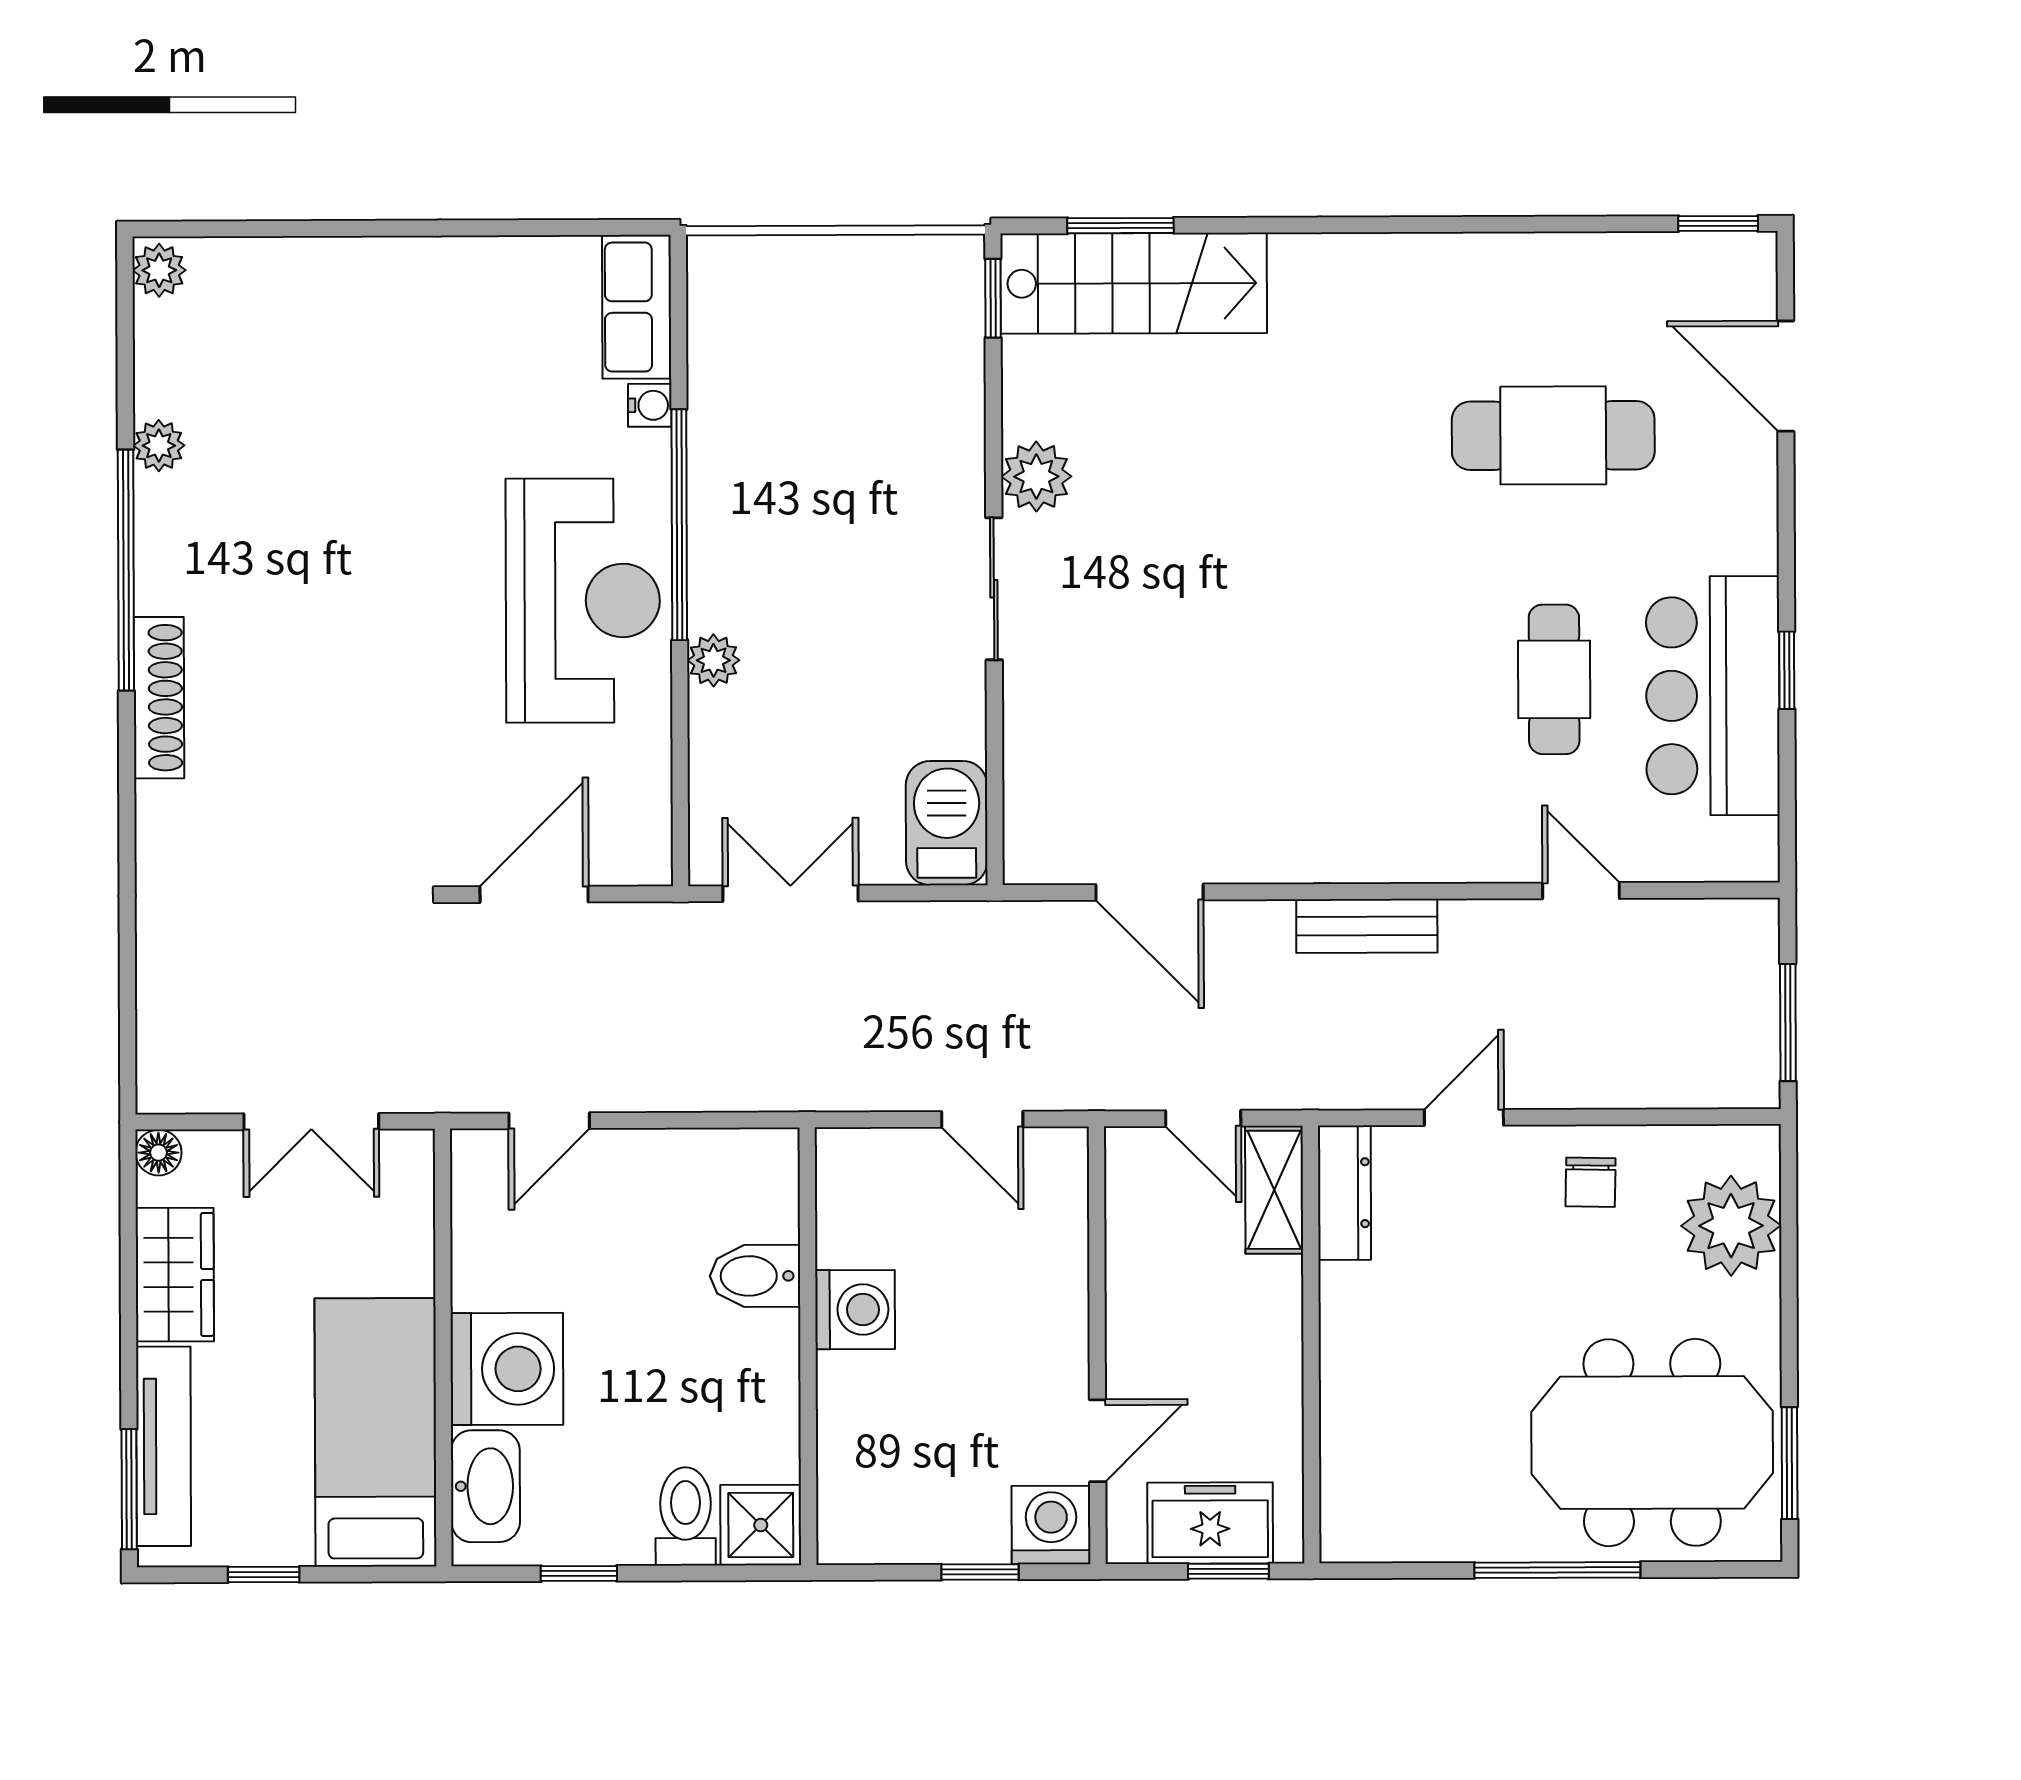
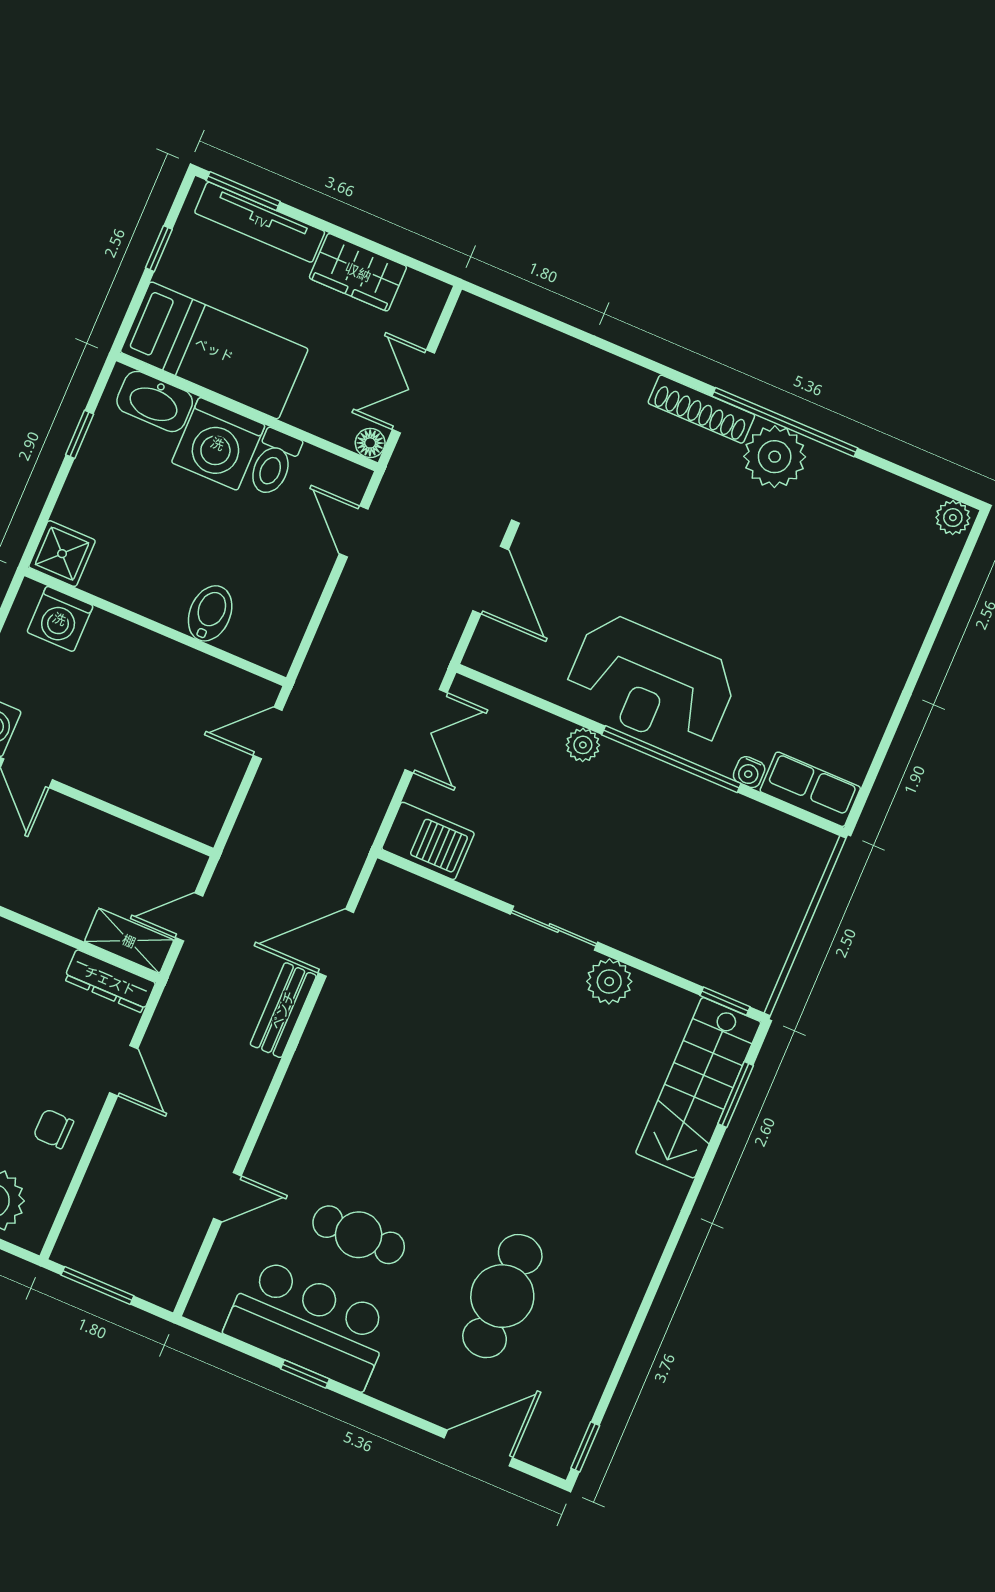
plant: (159, 446) -> (775, 457), moved, width x1.88, depth x1.88
bench: (1367, 926) -> (283, 1010), moved
door: (982, 1119) -> (268, 733), moved
floor lamp: (158, 1153) -> (370, 443), moved
washing machine: (855, 1310) -> (60, 619), moved
toilet: (686, 1516) -> (274, 463), moved, turned 90

